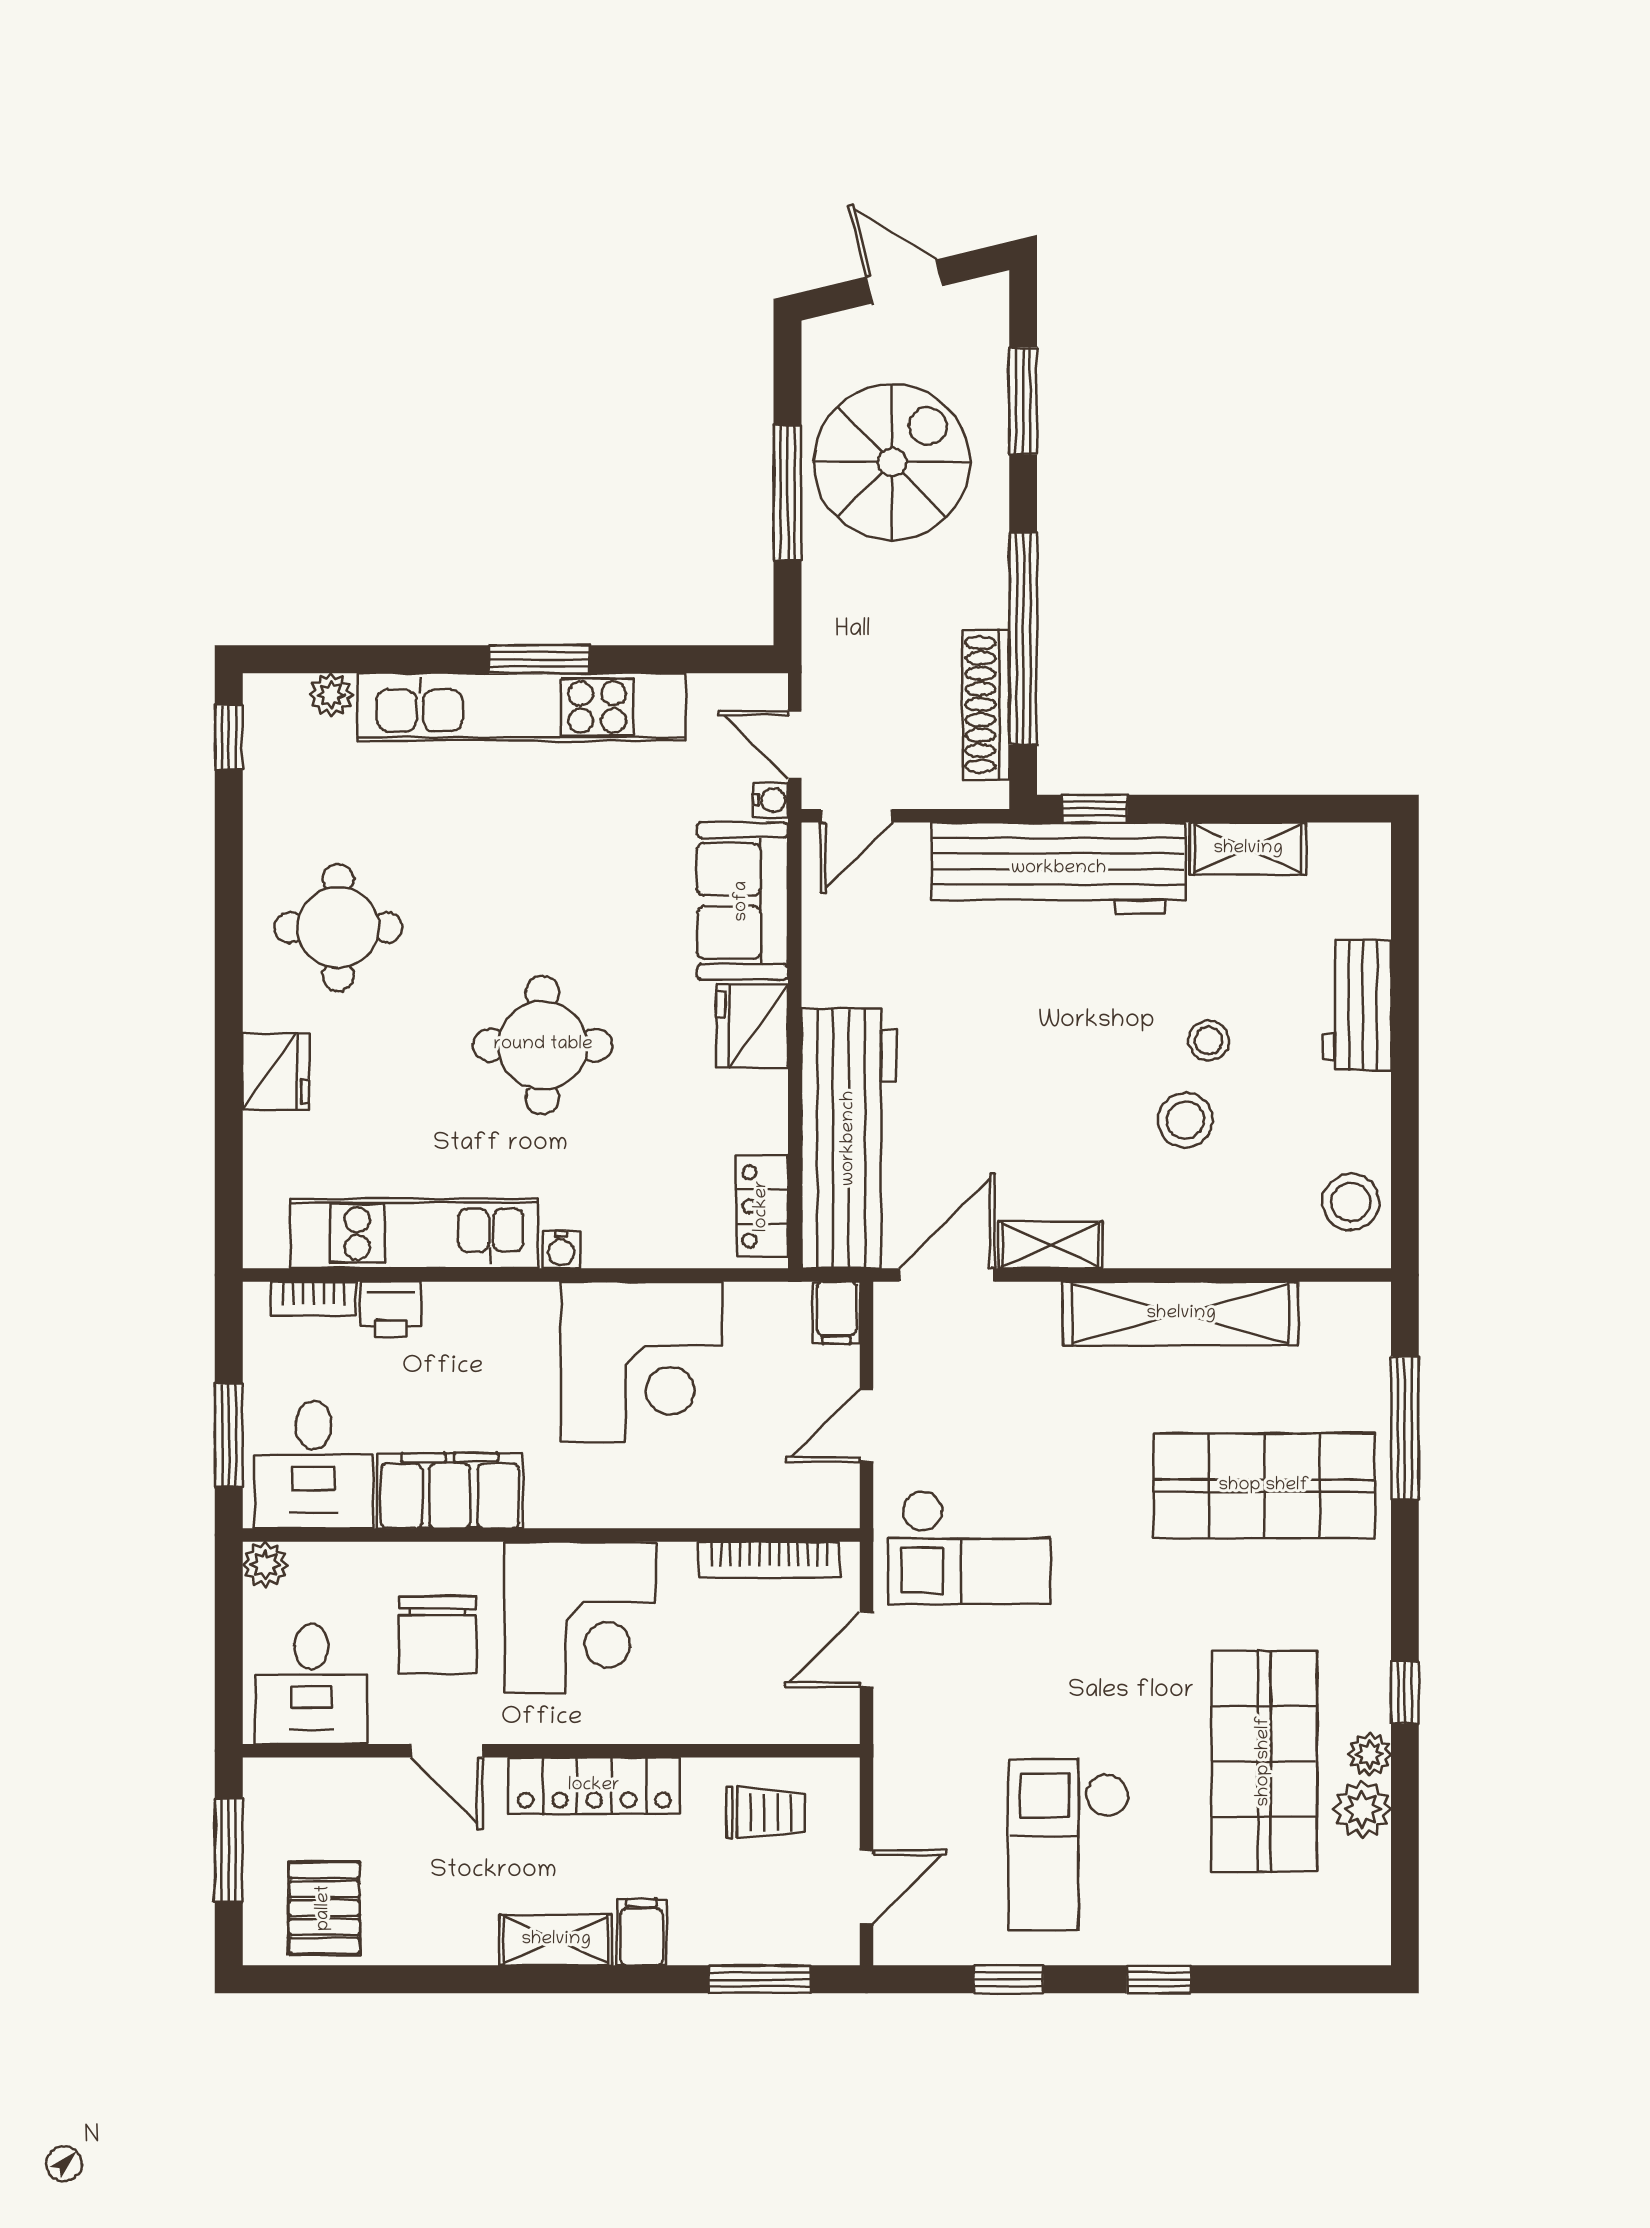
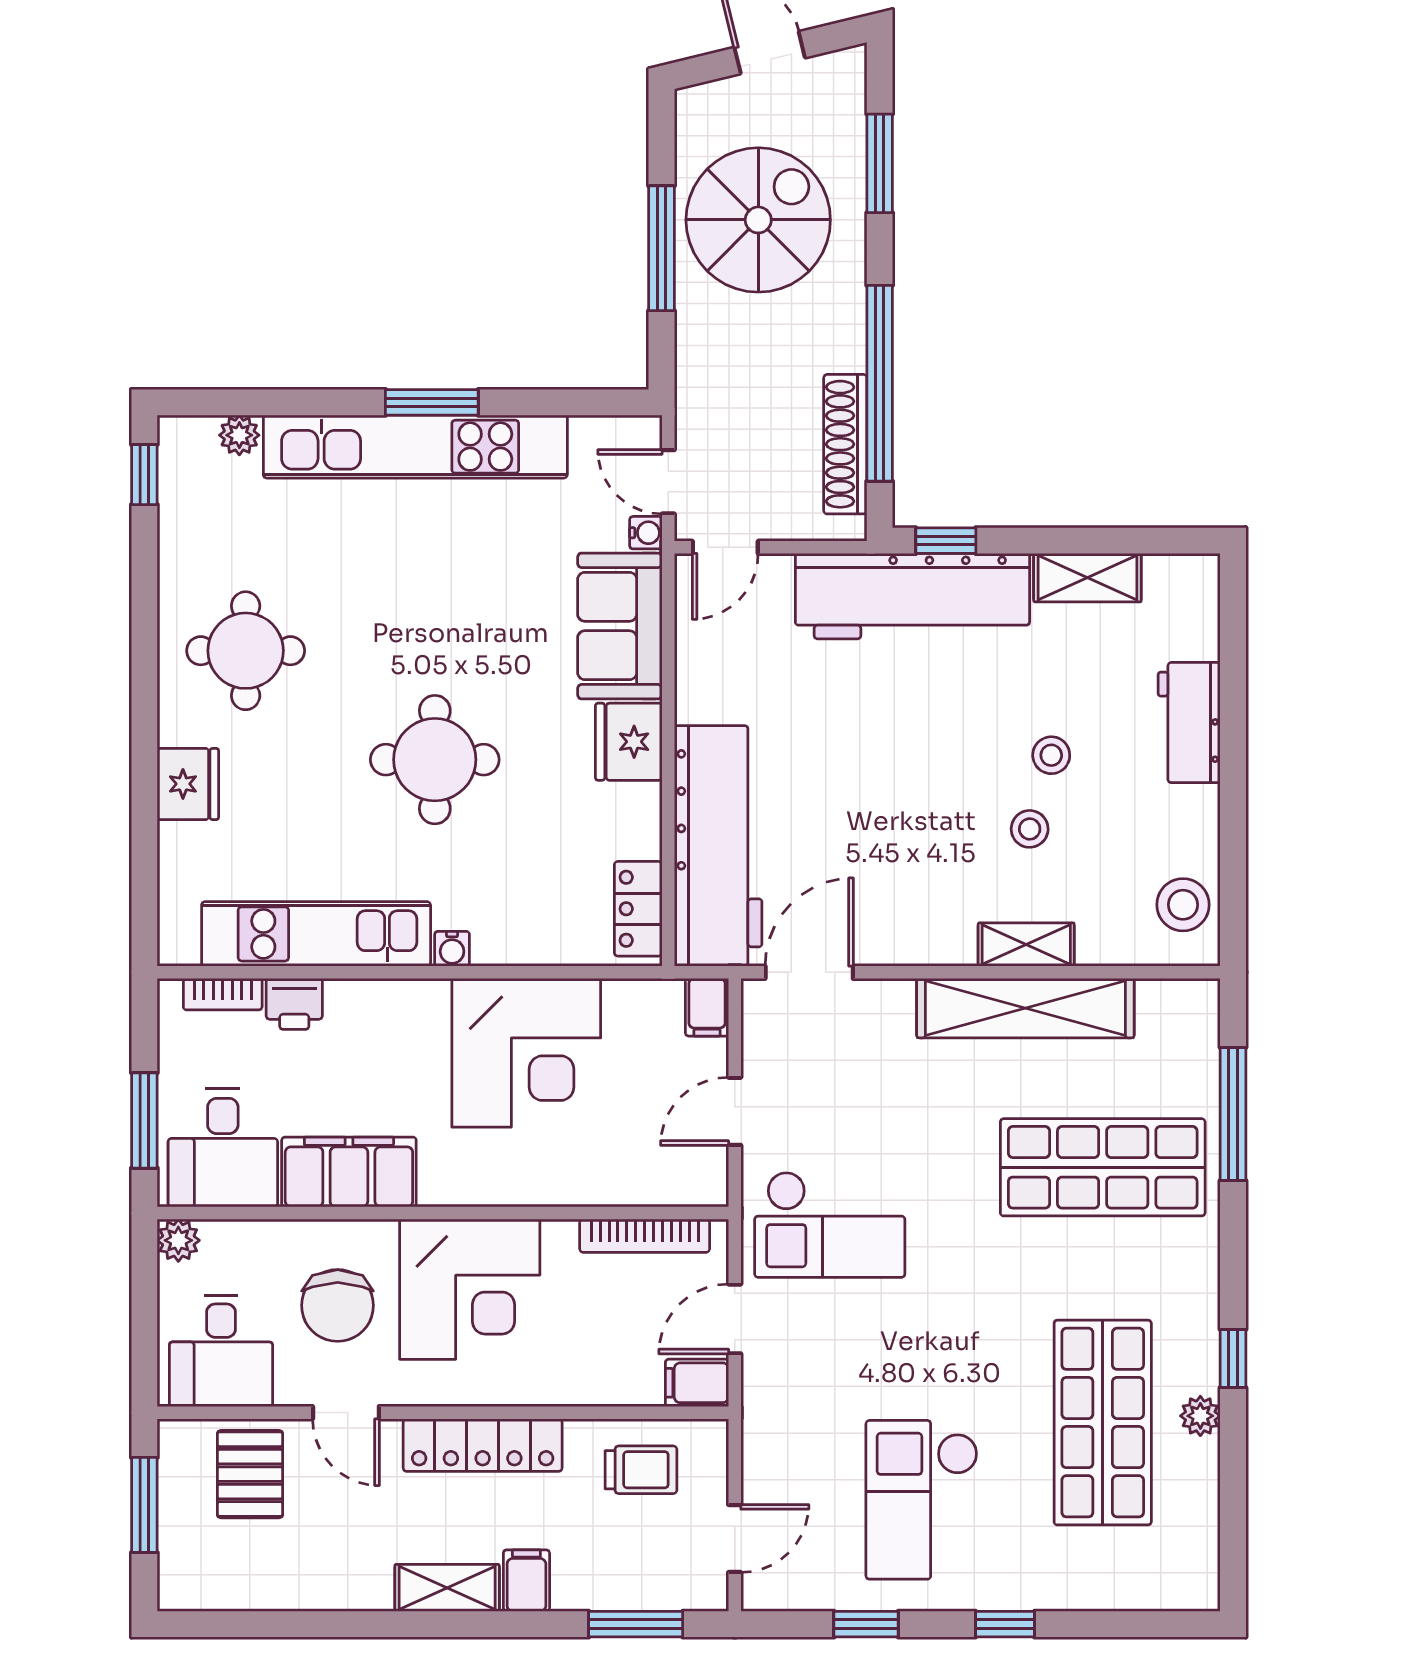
stool: (1185, 1120) -> (1030, 829), width x0.73, depth x0.73
shelving: (1051, 1245) -> (1026, 945), moved
filing cabinet: (826, 1719) -> (697, 1383), added
plant: (1362, 1809) -> (1193, 1467), removed
pallet: (324, 1908) -> (250, 1474), moved

